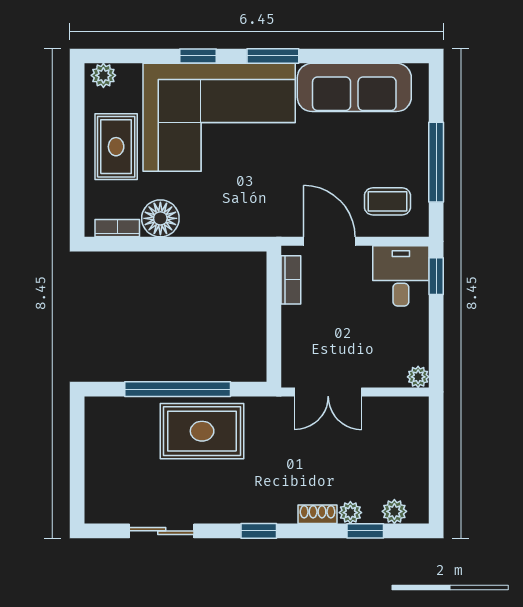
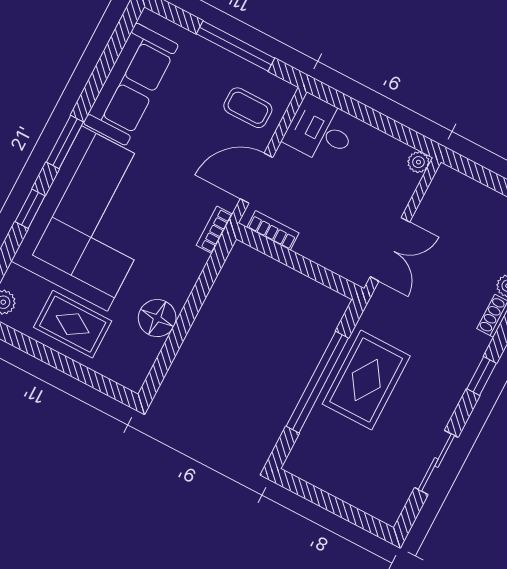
coffee table: (387, 201) -> (248, 108), turned 90
bookcase: (117, 228) -> (214, 230), moved
window: (436, 276) -> (337, 99), removed

